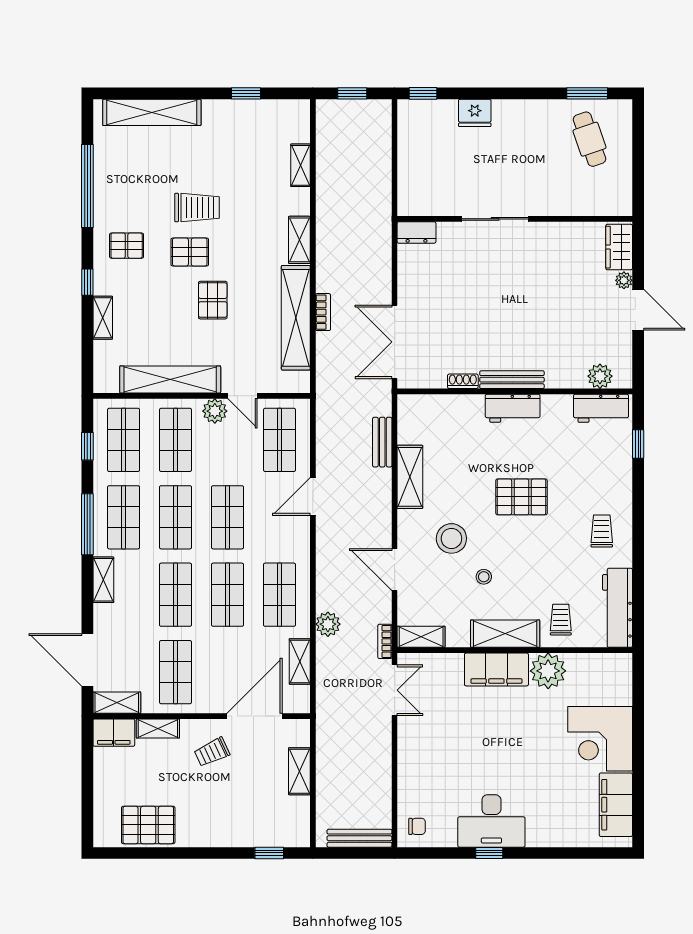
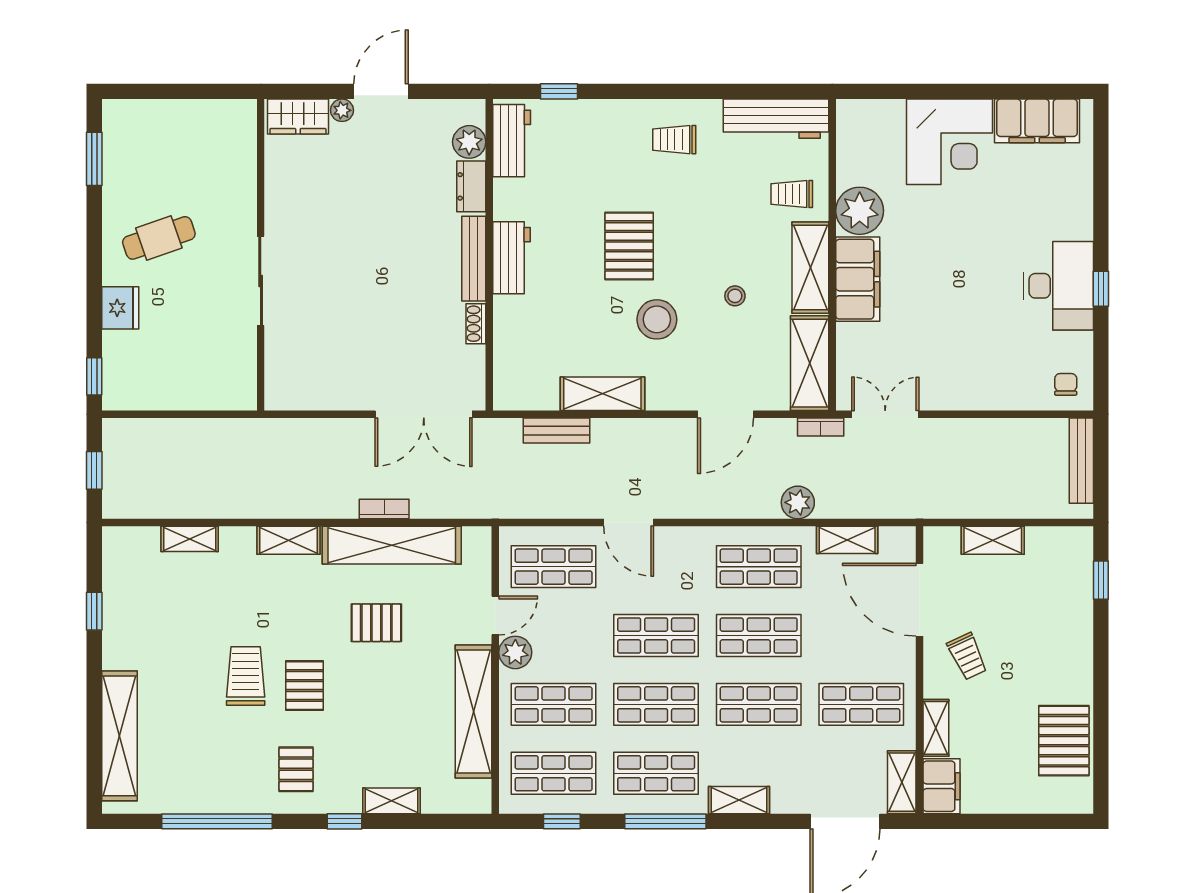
cafe table: (589, 139) -> (159, 238), moved
dresser: (417, 232) -> (471, 186), moved, turned 180
pallet: (213, 300) -> (376, 623), moved
stool: (451, 538) -> (657, 319), moved
shelving: (421, 637) -> (810, 363), width x1.50, depth x1.33

